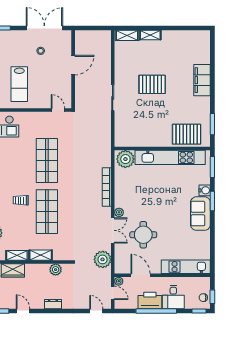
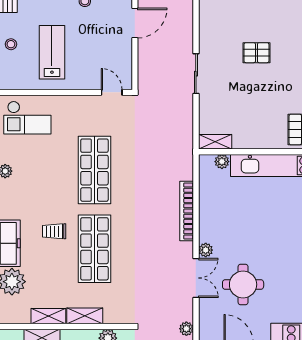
lab bench: (19, 84) -> (52, 52), turned 180
pallet: (152, 84) -> (256, 53), width x0.67, depth x0.71
shelving: (125, 142) -> (215, 142), added
plant: (125, 159) -> (222, 162), width x0.53, depth x0.53
plant: (103, 259) -> (186, 329), width x0.53, depth x0.53

